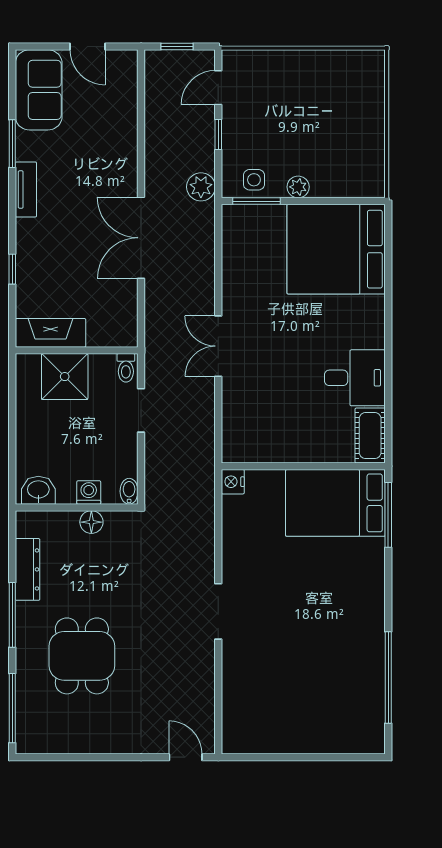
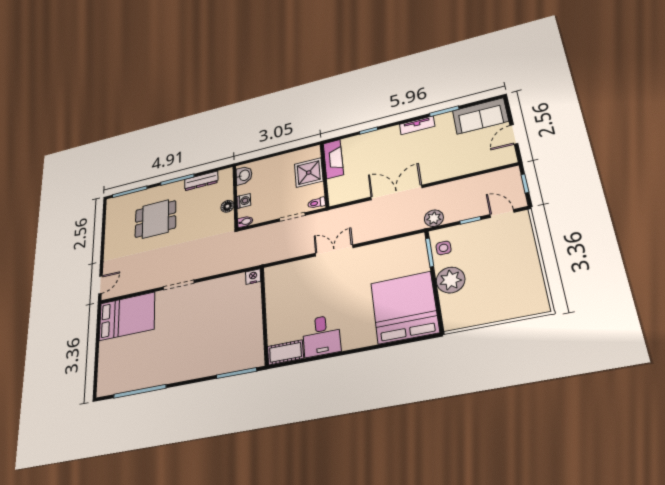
plant: (298, 187) -> (451, 280), width x1.88, depth x1.88
bed: (335, 503) -> (127, 316), moved, turned 90

